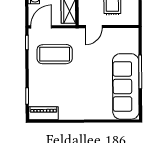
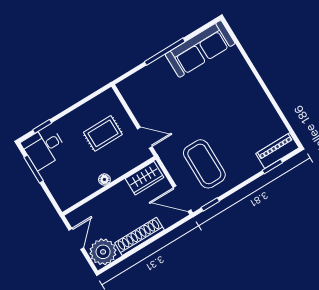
sofa: (126, 86) -> (200, 49), width x0.74, depth x0.79
piano: (43, 113) -> (277, 151), moved, turned 90

